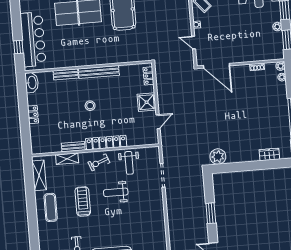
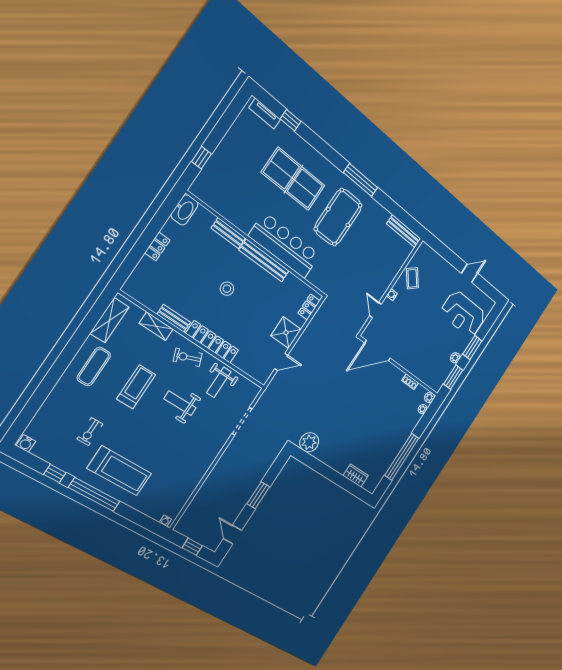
bar counter: (33, 39) -> (285, 245), moved, turned -90
door: (217, 66) -> (378, 351), hinge flipped

